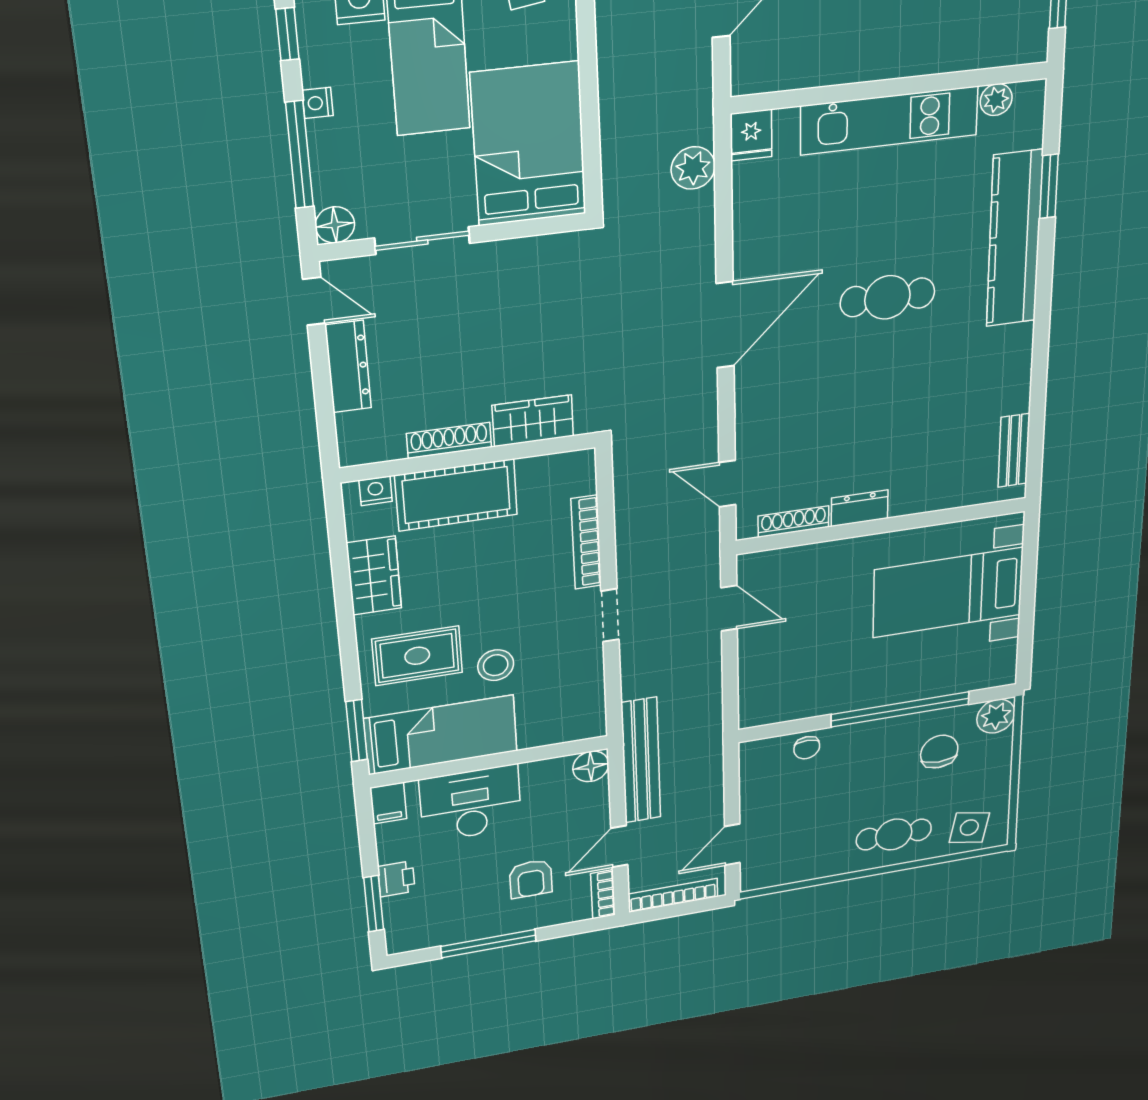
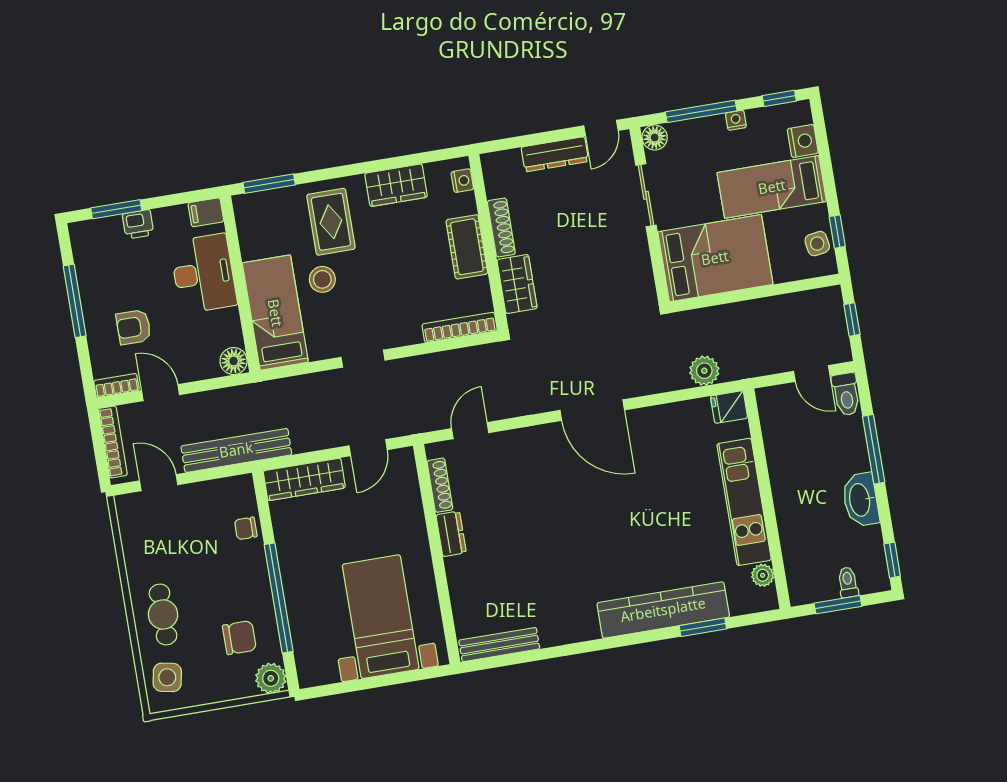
cafe table: (887, 297) -> (616, 524), removed
bench: (1014, 450) -> (499, 645), width x1.36
cot: (456, 495) -> (467, 247), width x0.73, depth x0.75
bookcase: (586, 542) -> (460, 327), moved
wardrobe: (757, 683) -> (304, 479), added
bed: (441, 735) -> (275, 313), moved, turned 180
bench: (641, 760) -> (236, 450), moved

